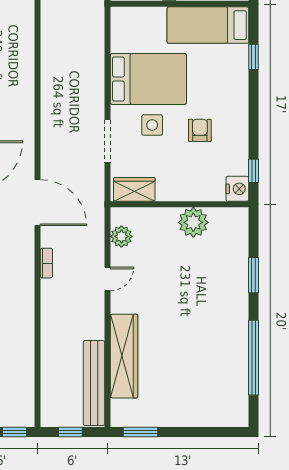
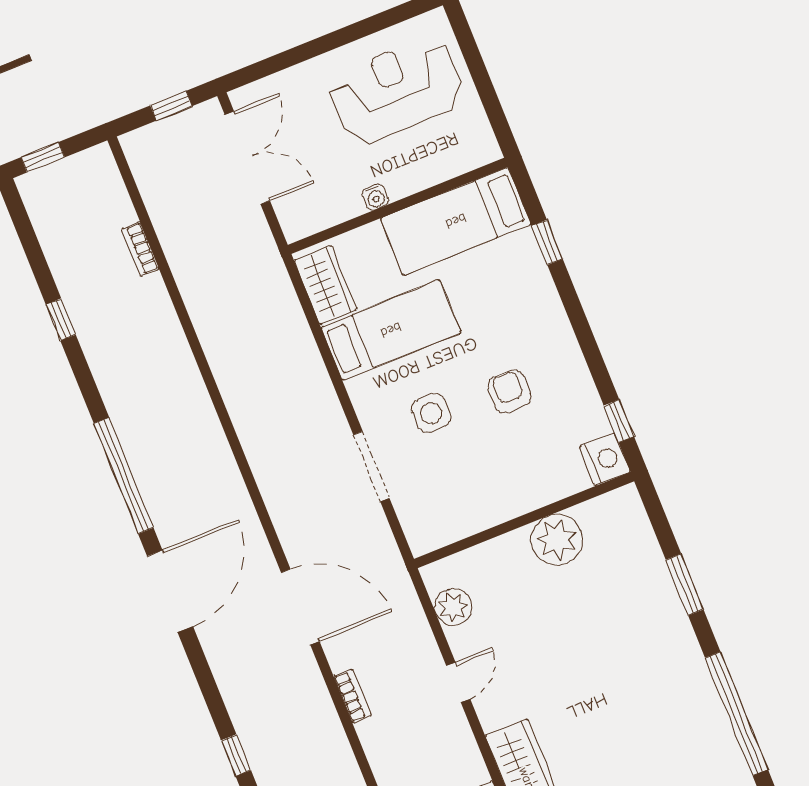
bed: (148, 79) -> (391, 330), width x0.67
wardrobe: (134, 189) -> (326, 285), moved, turned 90

